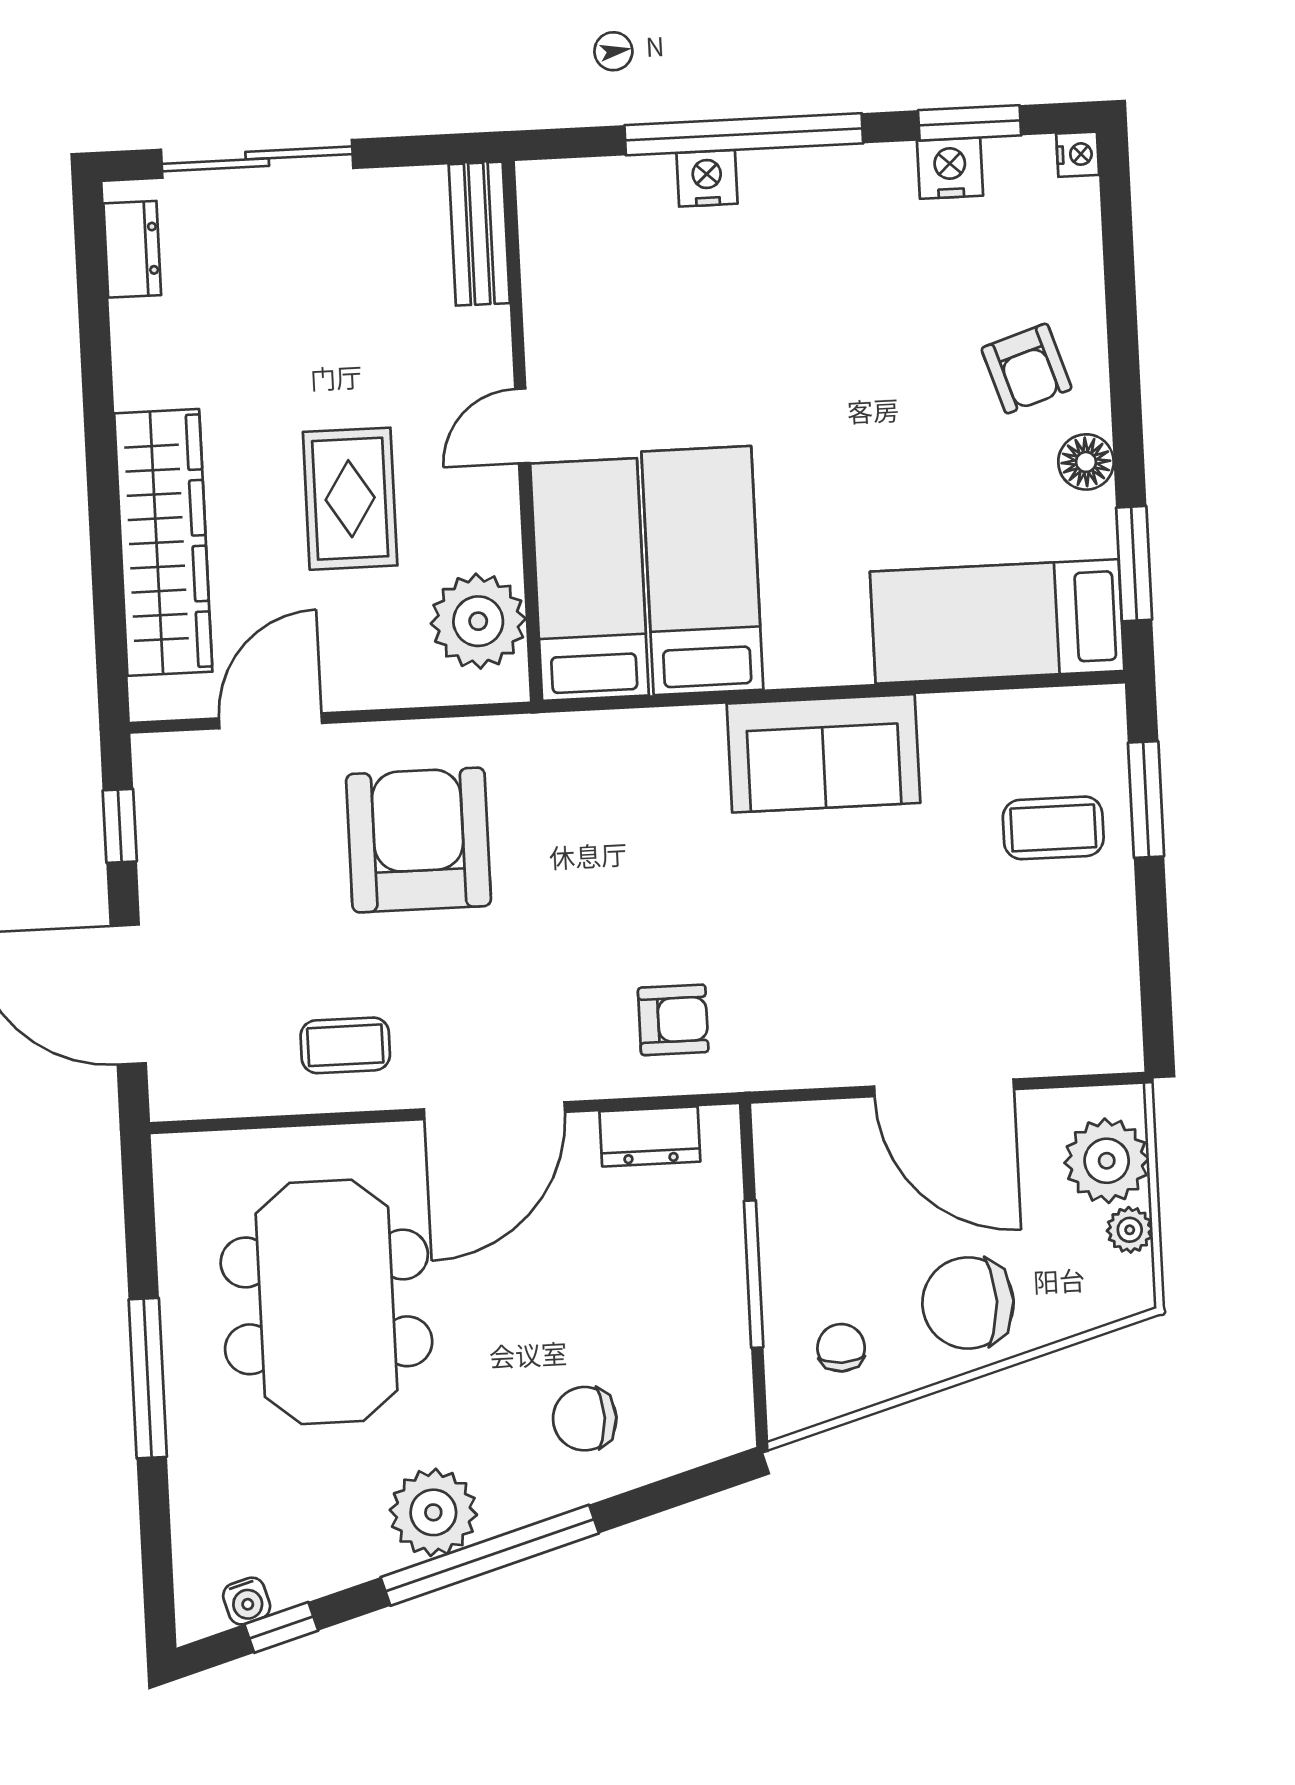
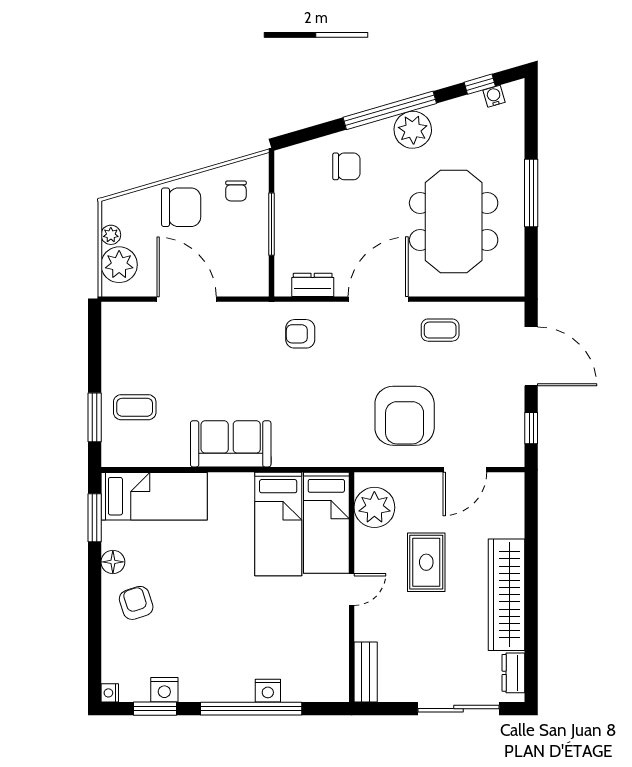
wardrobe: (163, 542) -> (507, 595), moved

